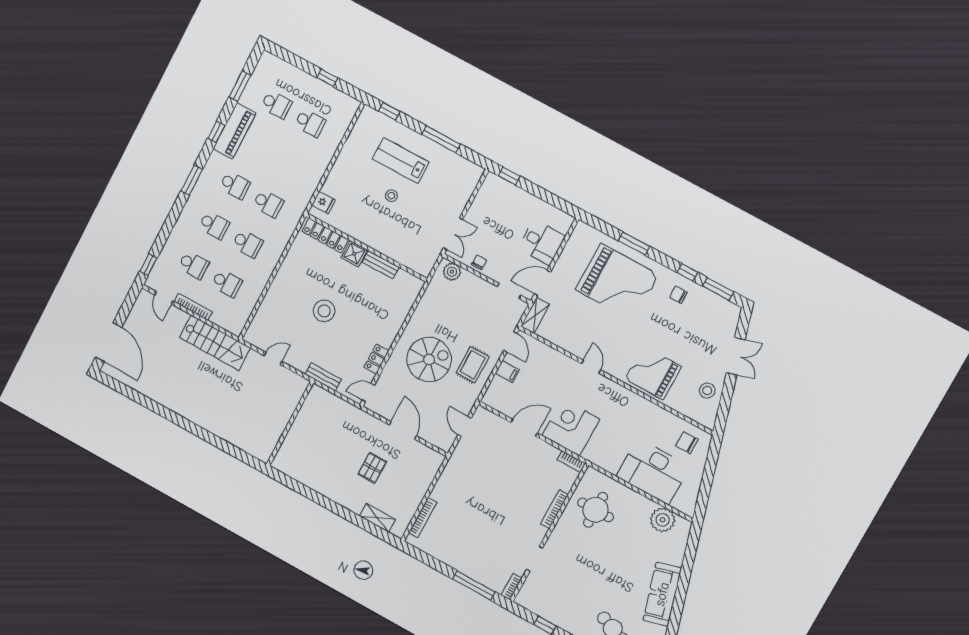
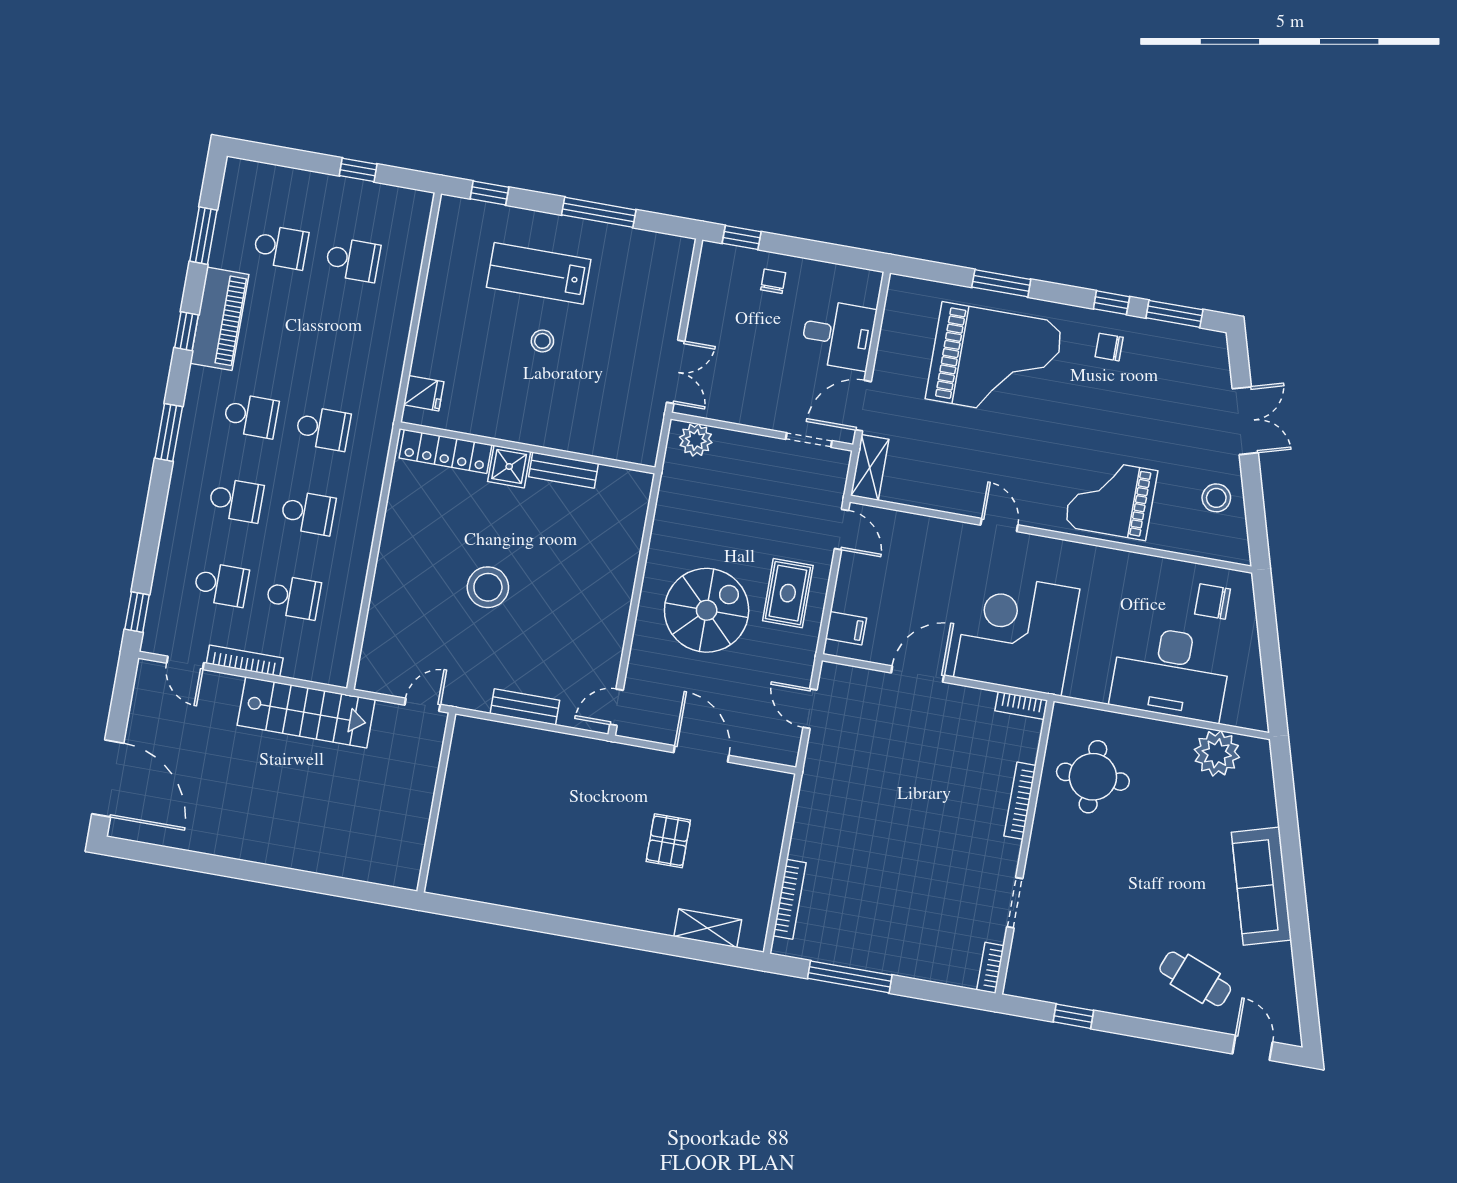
chair: (479, 262) -> (773, 281), moved
locker: (376, 359) -> (611, 642), removed
filing cabinet: (507, 372) -> (846, 628), moved
wall: (290, 424) -> (436, 803), moved
corner desk: (571, 427) -> (1017, 633), width x1.36, depth x1.36
window: (474, 585) -> (850, 977), moved

